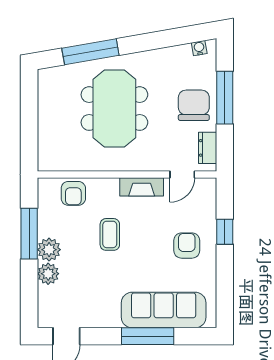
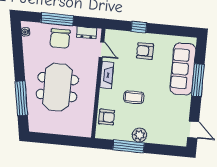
chair: (194, 105) -> (60, 39), turned -90
meeting table: (114, 109) -> (57, 87), turned 90
plant: (48, 274) -> (154, 137), removed

